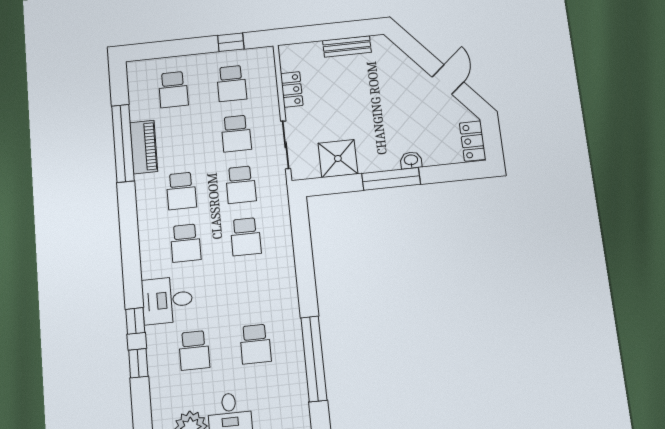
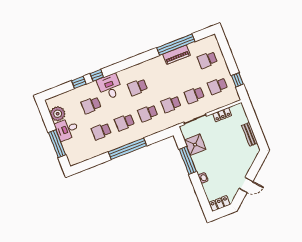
window: (391, 179) -> (188, 160), moved
school desk: (181, 191) -> (125, 122), moved
window: (314, 359) -> (127, 149), moved

